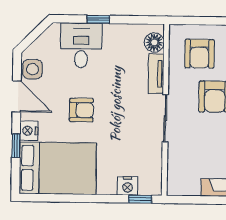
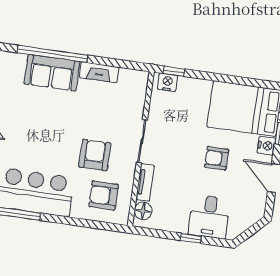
armchair: (200, 54) -> (104, 195), turned -90
side table: (32, 69) -> (256, 201), removed
nightstand: (128, 186) -> (167, 82), moved

